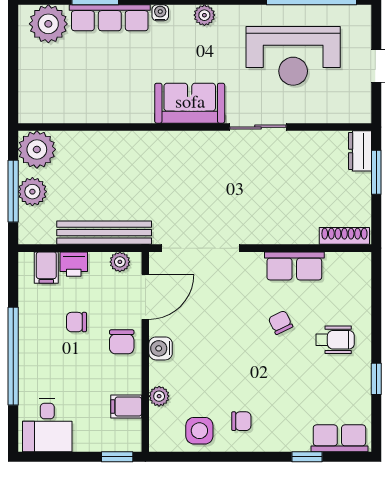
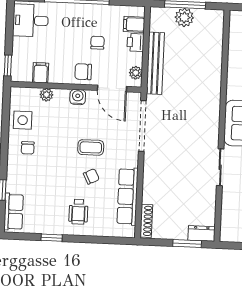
plant: (37, 149) -> (212, 22), removed
row of seats: (294, 266) -> (128, 196), width x1.48
coffee table: (236, 325) -> (91, 147), added

